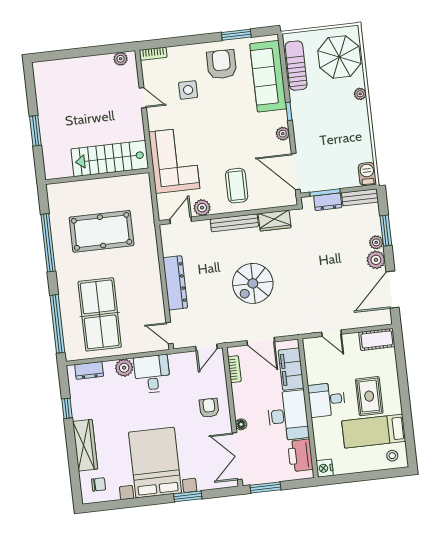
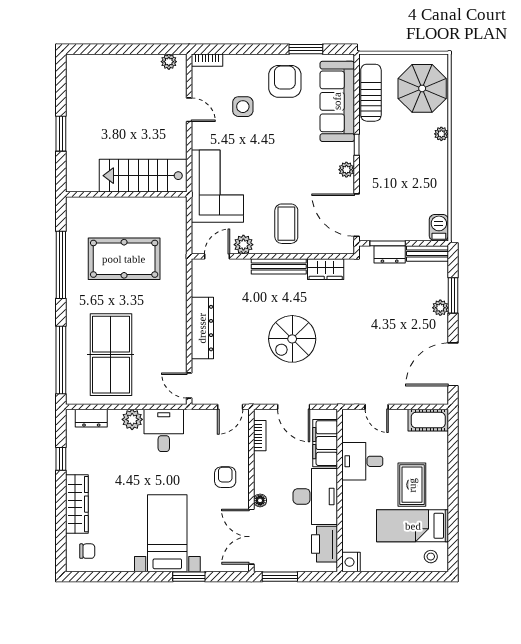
plant: (376, 260) -> (438, 328), removed
desk: (327, 400) -> (362, 461), moved
bed with nightstands: (155, 463) -> (167, 533), width x0.73

